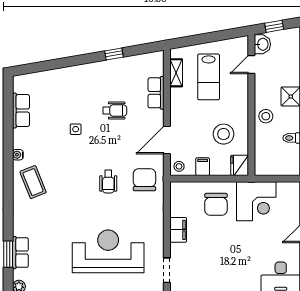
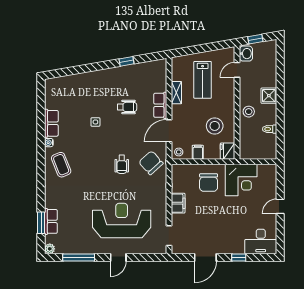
shelving: (176, 73) -> (176, 93), moved
row of seats: (156, 93) -> (160, 105), moved
row of seats: (21, 110) -> (51, 123), moved
chair: (144, 180) -> (151, 163), turned -42

